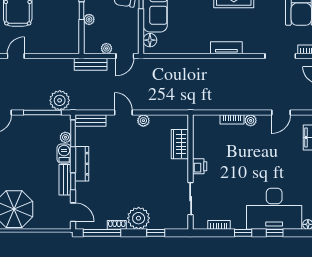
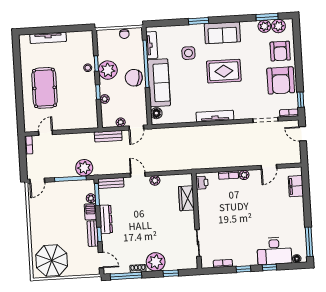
tv unit: (226, 48) -> (215, 116), width x1.41
printer: (200, 166) -> (202, 183), moved
desk: (274, 209) -> (274, 251), width x0.73, depth x0.77

